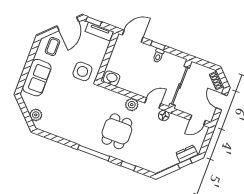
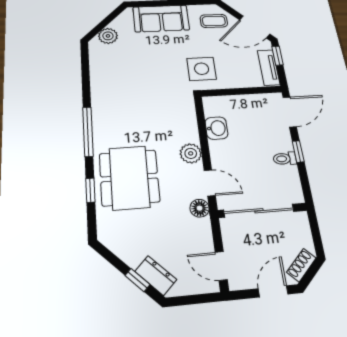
door: (133, 36) -> (290, 112), hinge flipped
washbasin: (112, 78) -> (217, 128), moved
dining table: (117, 131) -> (129, 178), moved, width x1.38

